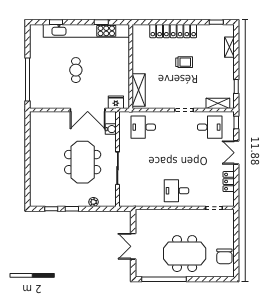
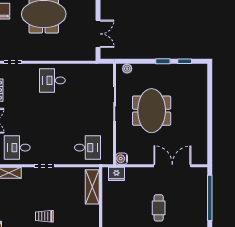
double door: (88, 110) -> (172, 166), moved
water cooler: (111, 129) -> (122, 159), moved
desk: (176, 191) -> (52, 80), turned 180
plant: (93, 202) -> (127, 69), moved
double door: (133, 246) -> (98, 34), moved

